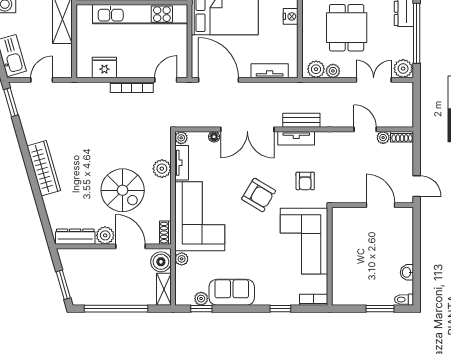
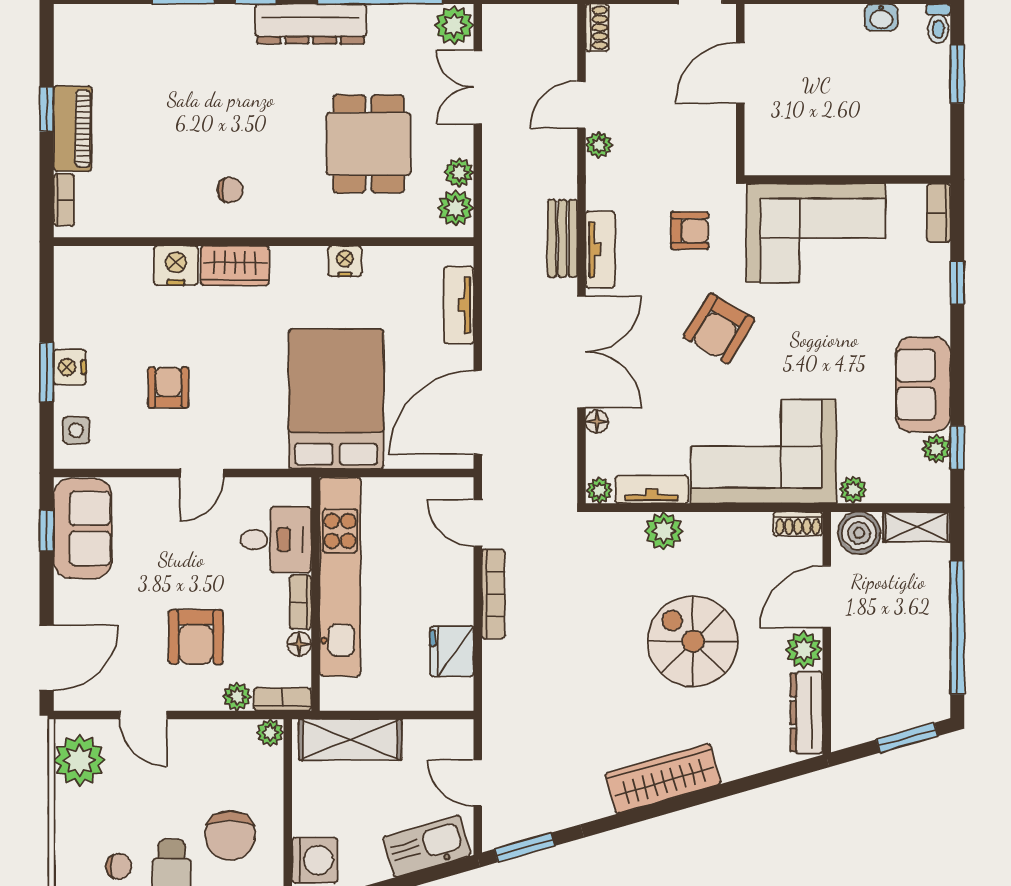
dining table: (347, 28) -> (369, 144), turned 90
plant: (383, 138) -> (599, 145), moved
spiral stairs: (123, 190) -> (693, 641), moved, turned -90
armchair: (259, 195) -> (719, 328), turned 180

